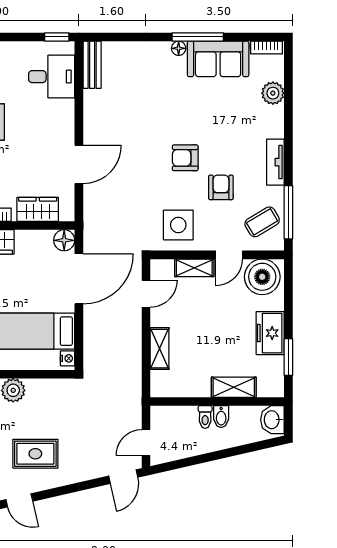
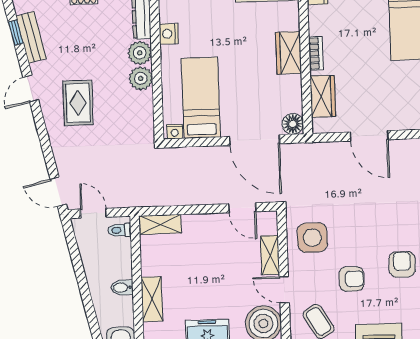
armchair: (185, 158) -> (402, 264), moved
shelving: (160, 349) -> (160, 224), moved
toilet: (205, 417) -> (120, 230), moved

